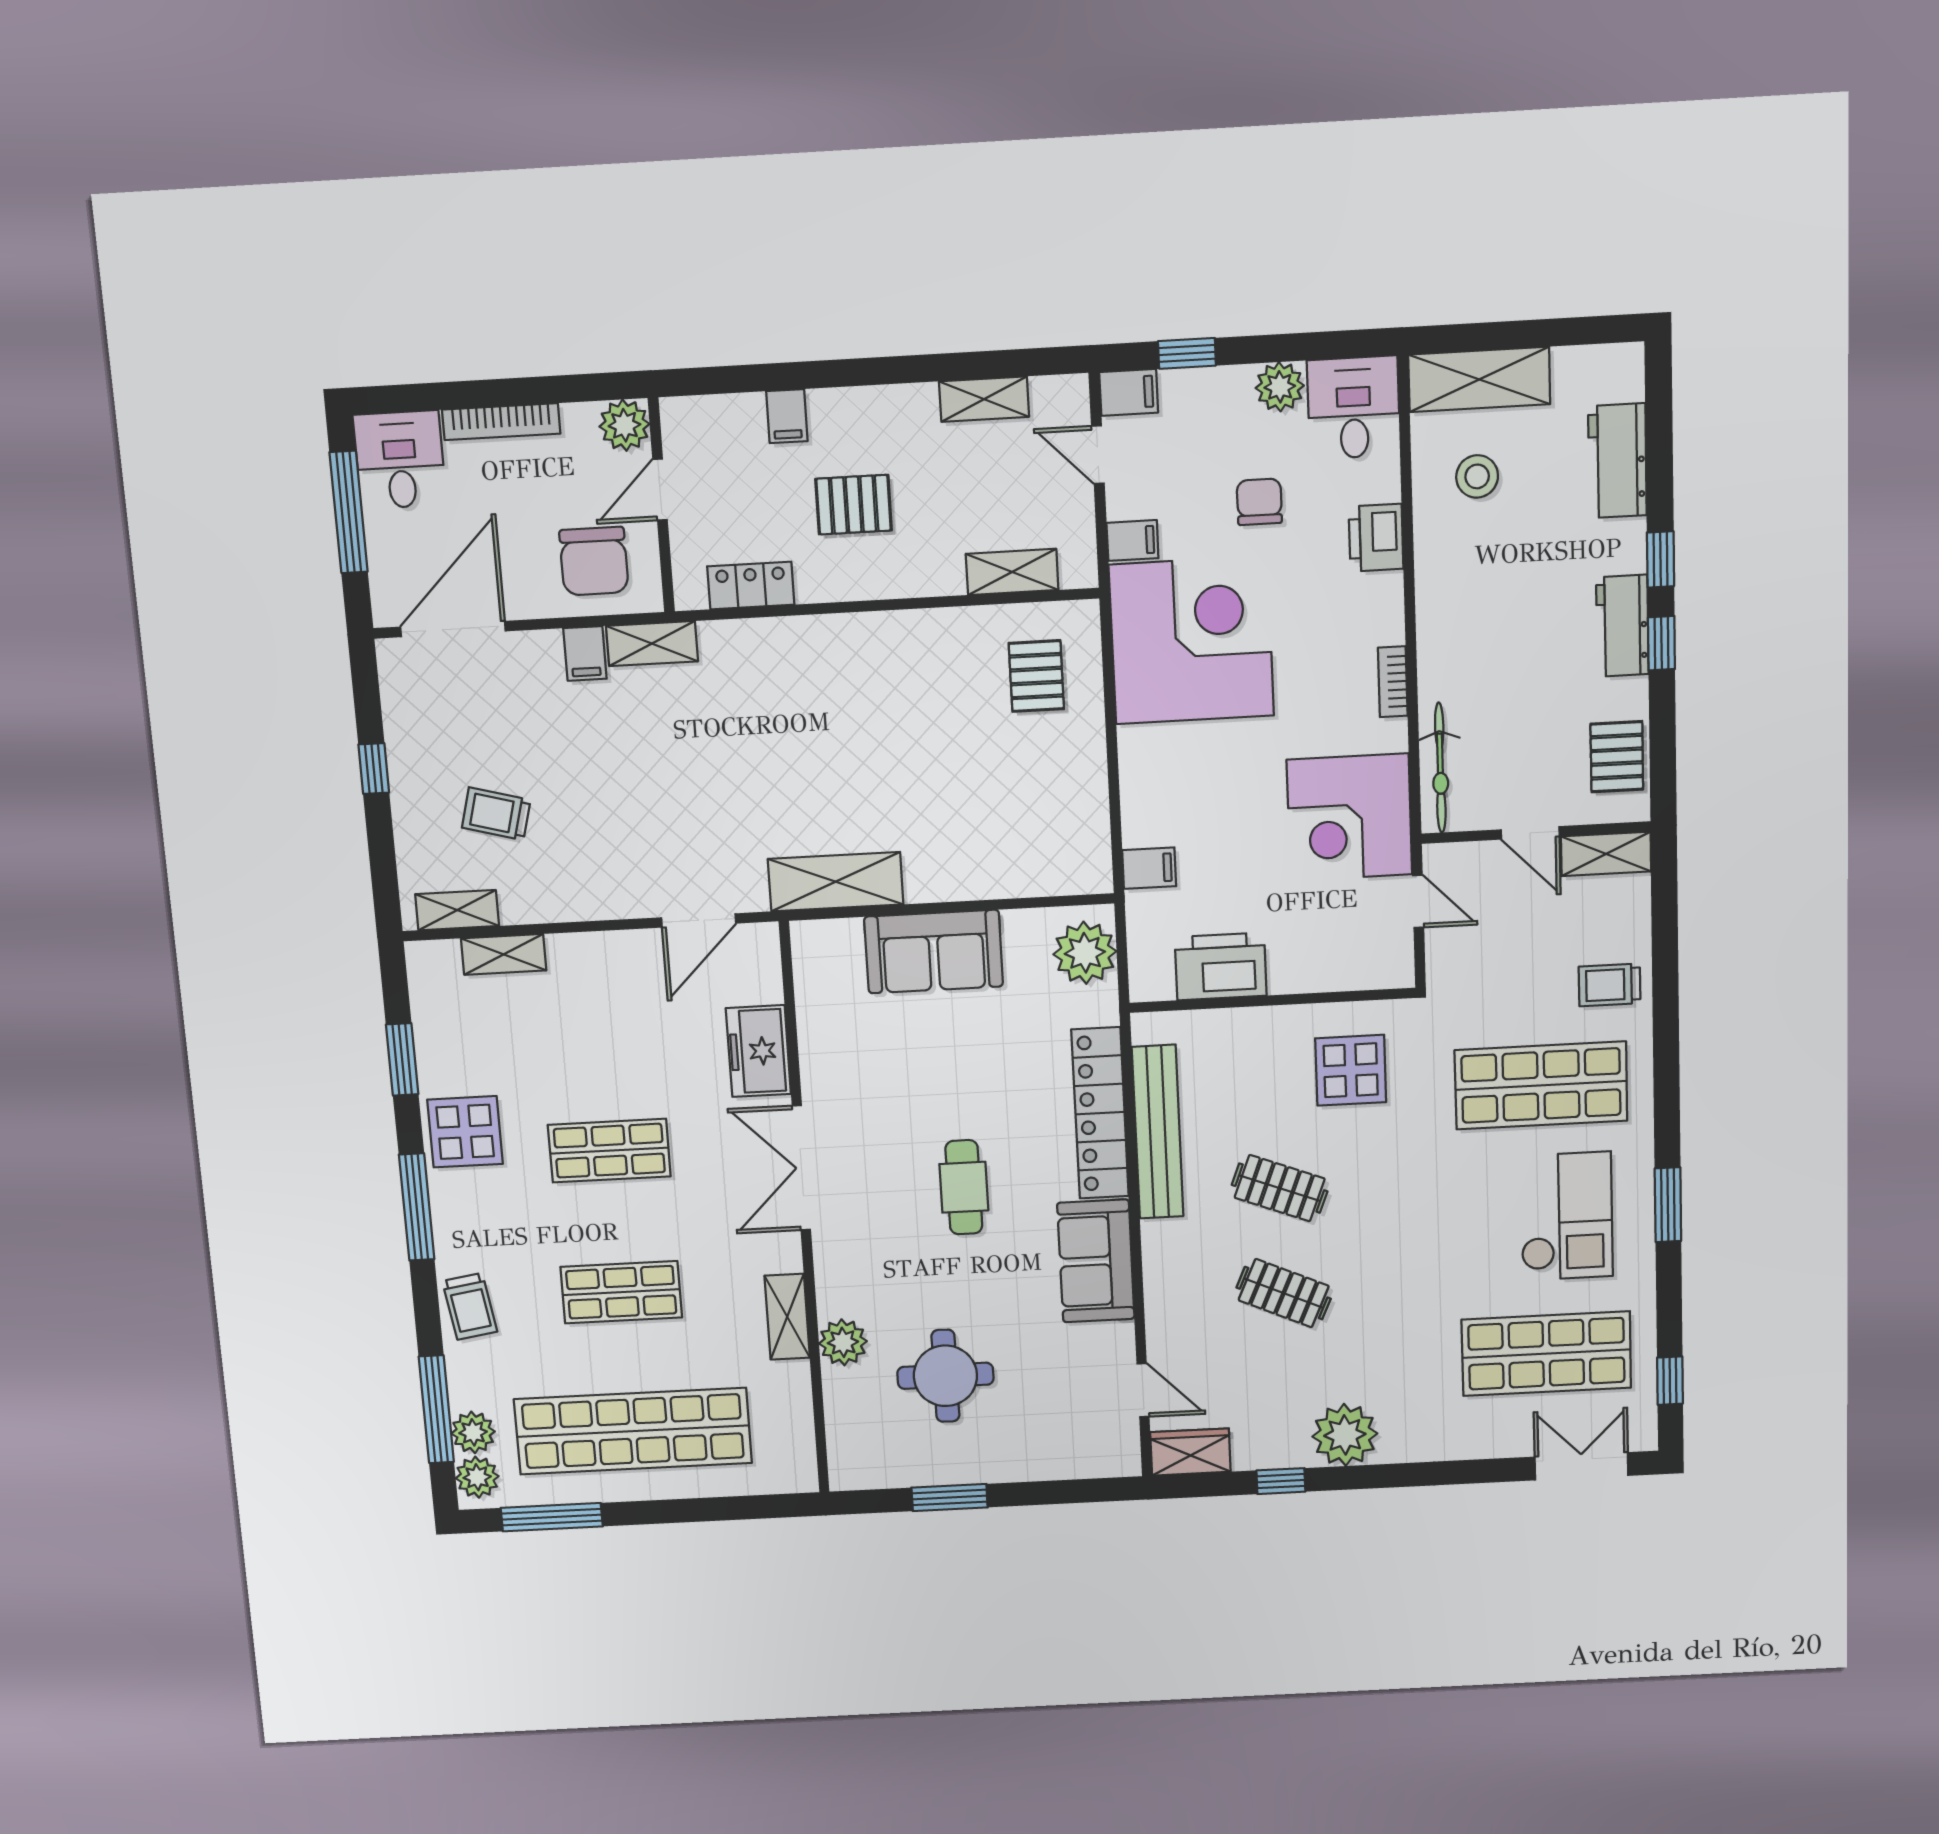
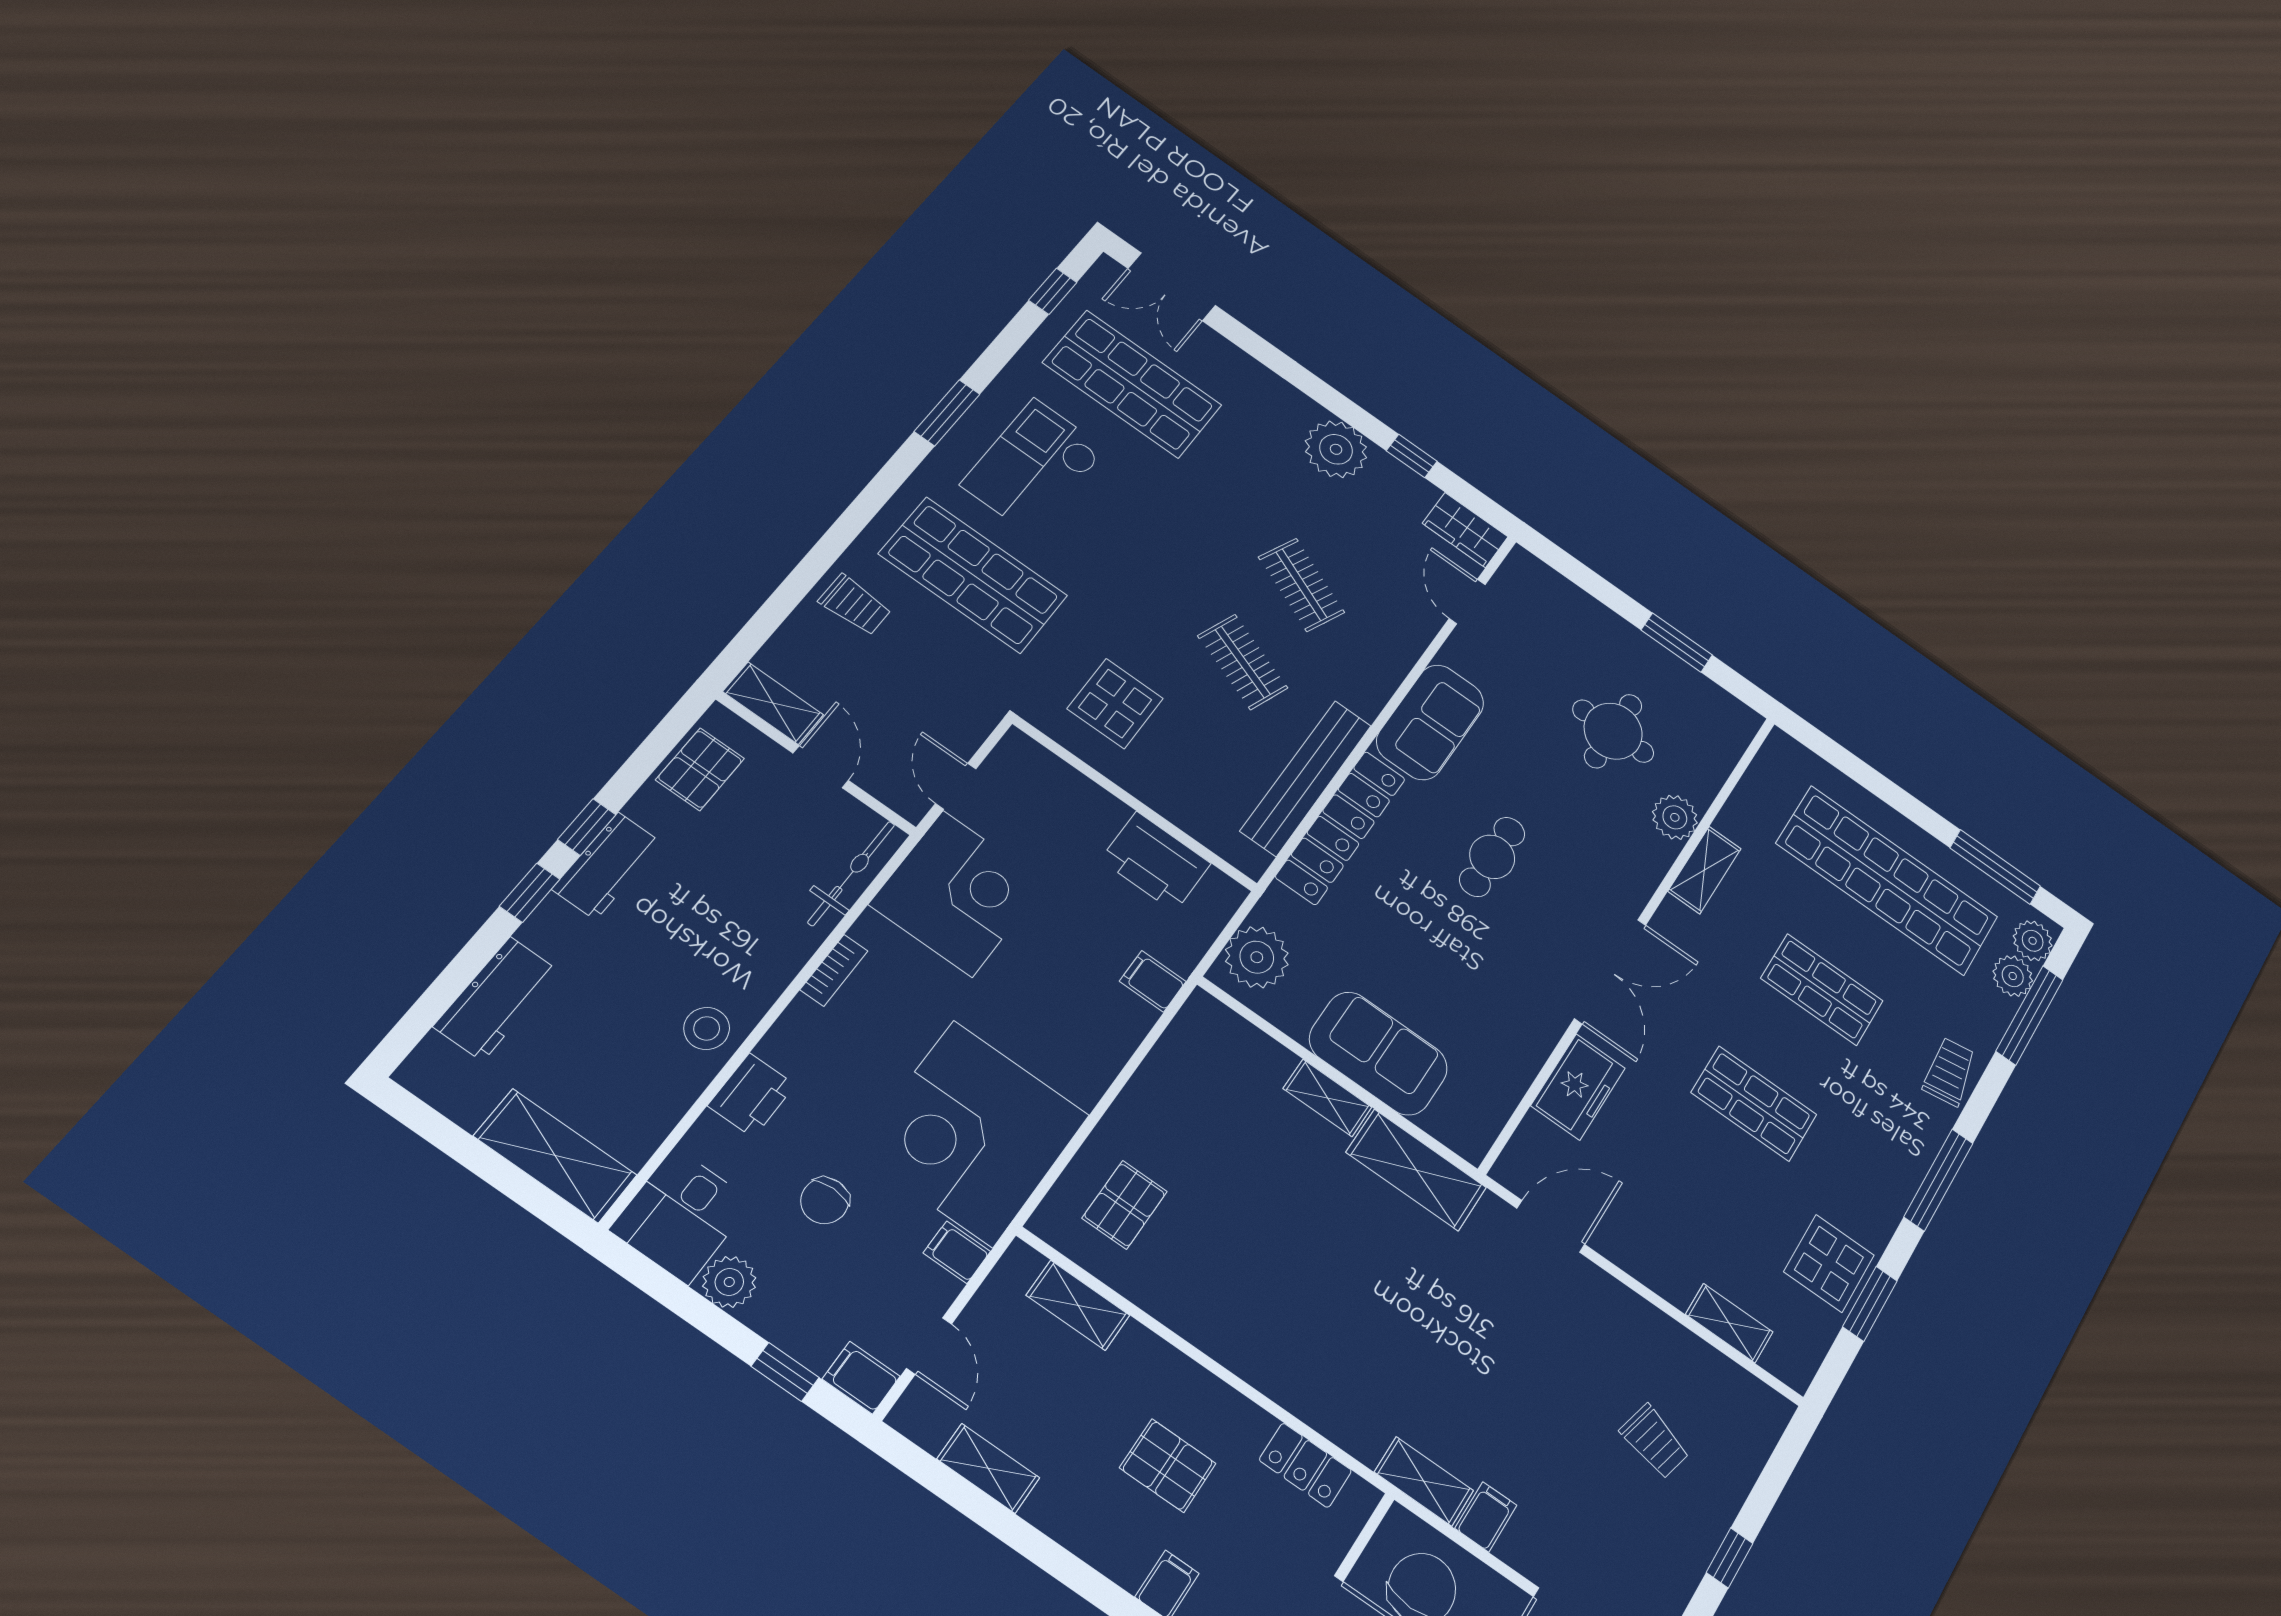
stool: (1477, 476) -> (707, 1028), moved
shelving: (457, 910) -> (1327, 1098), moved
display table: (465, 1132) -> (1829, 1263), moved

